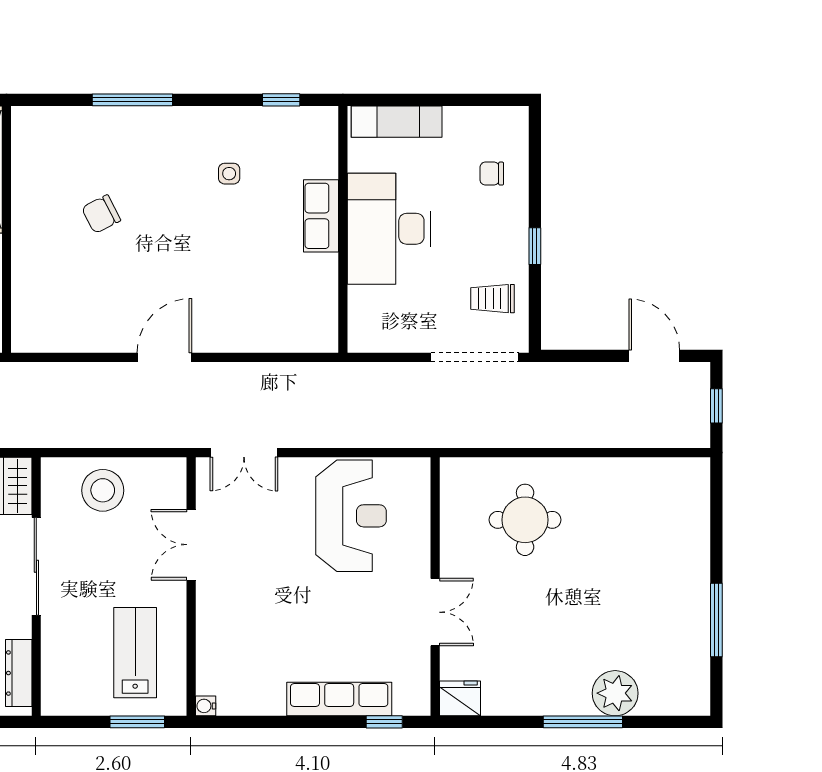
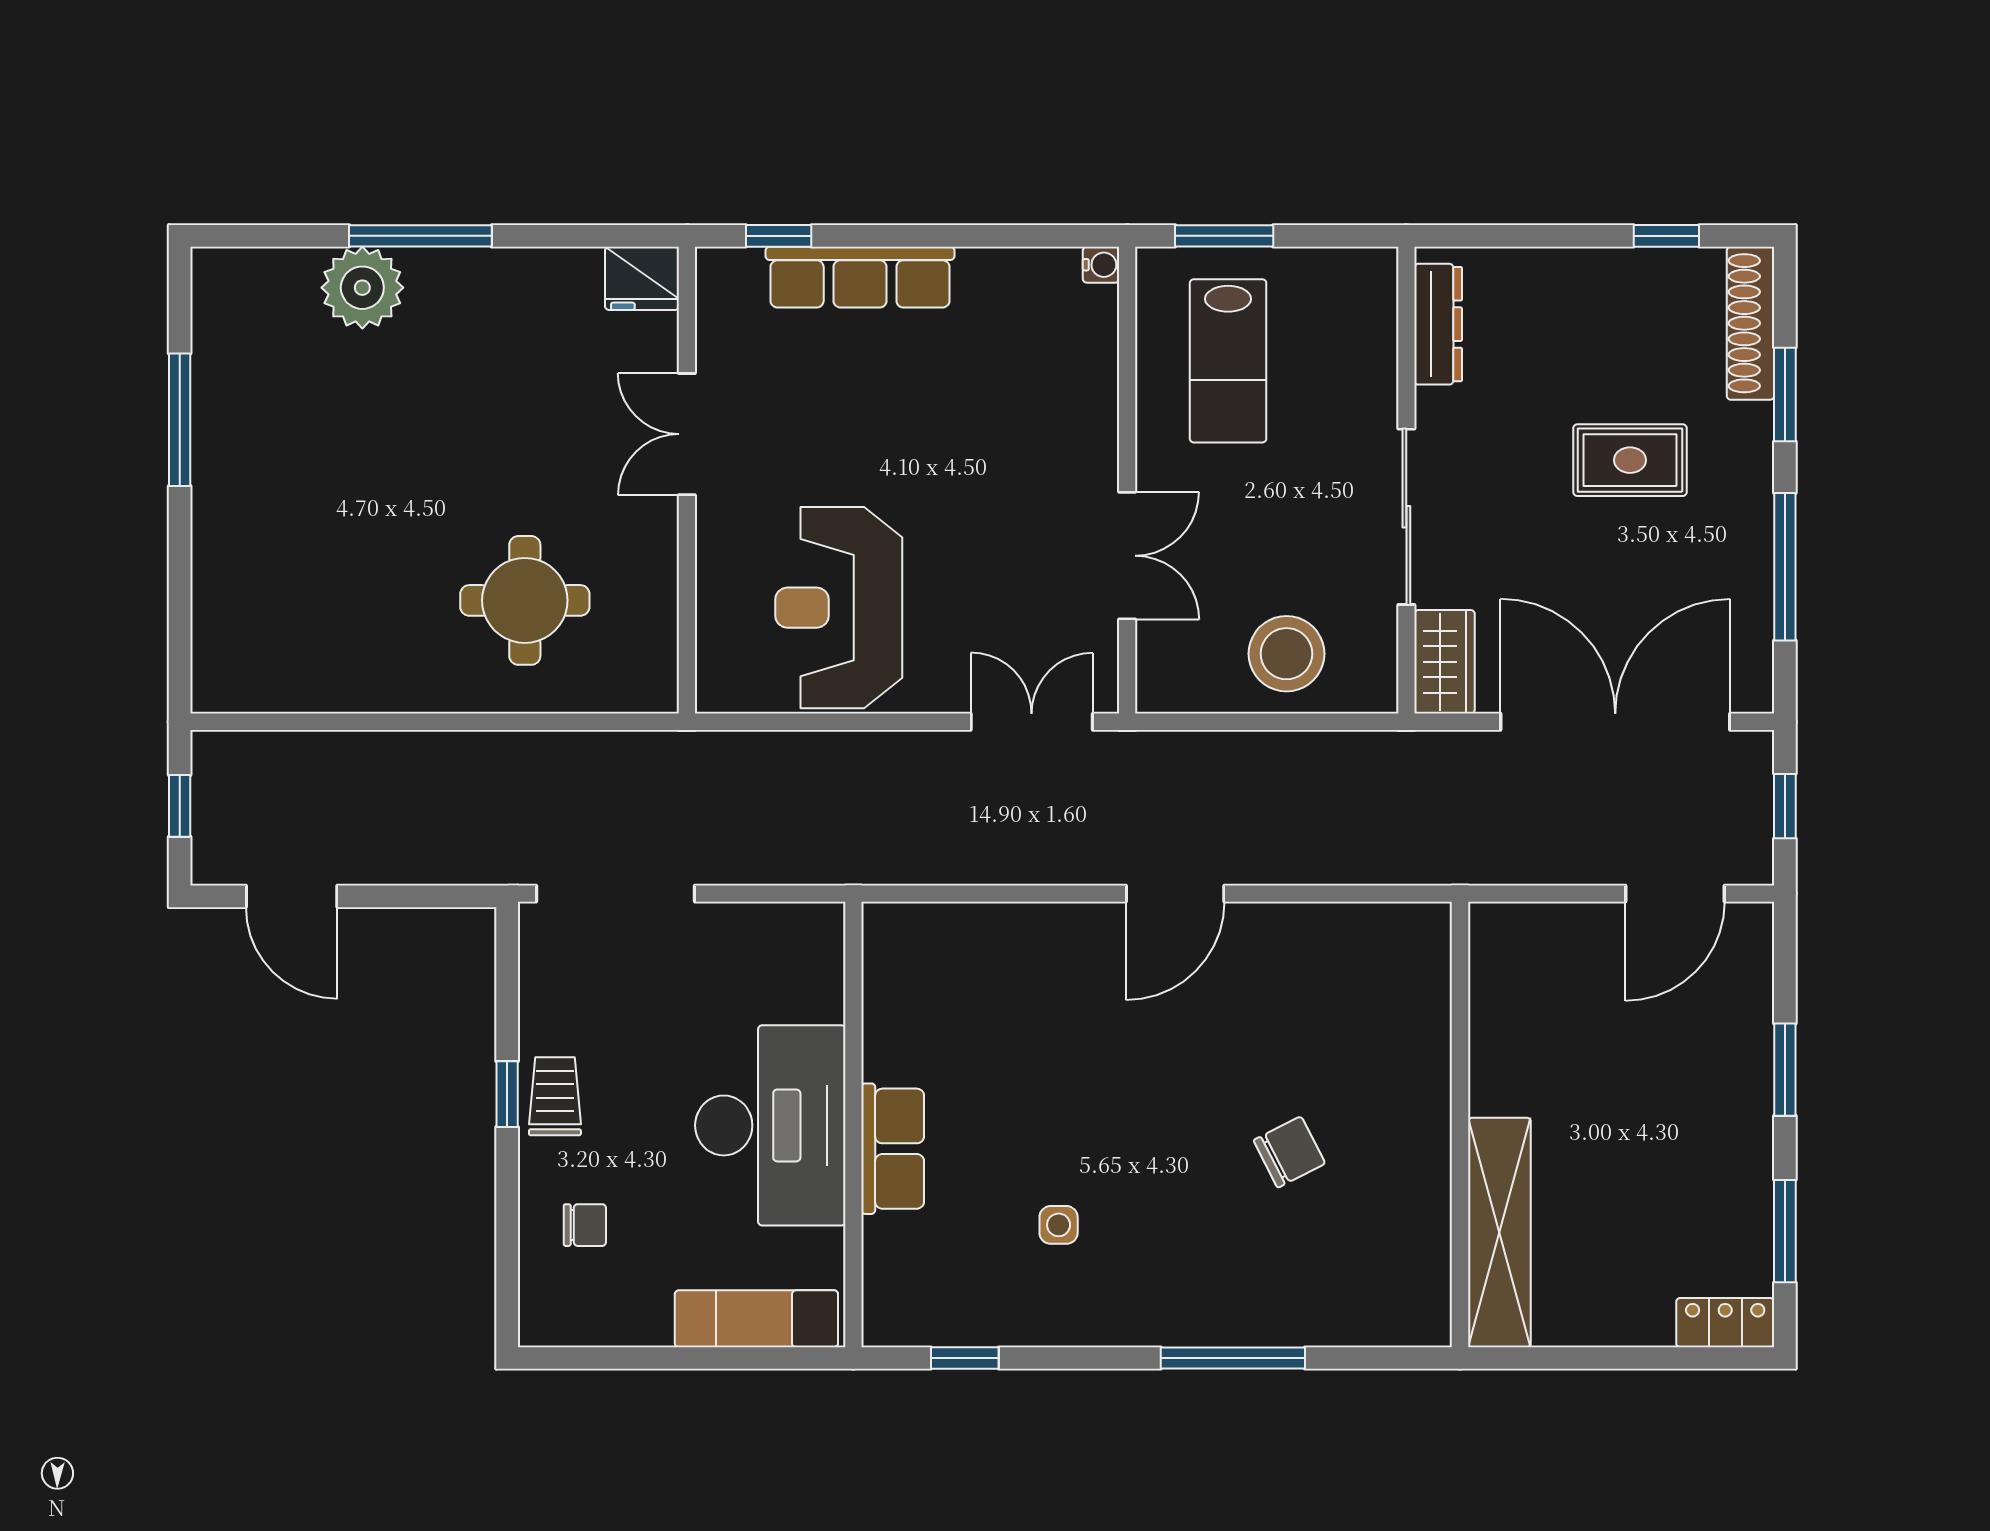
trolley: (492, 299) -> (555, 1096), moved, turned -90

